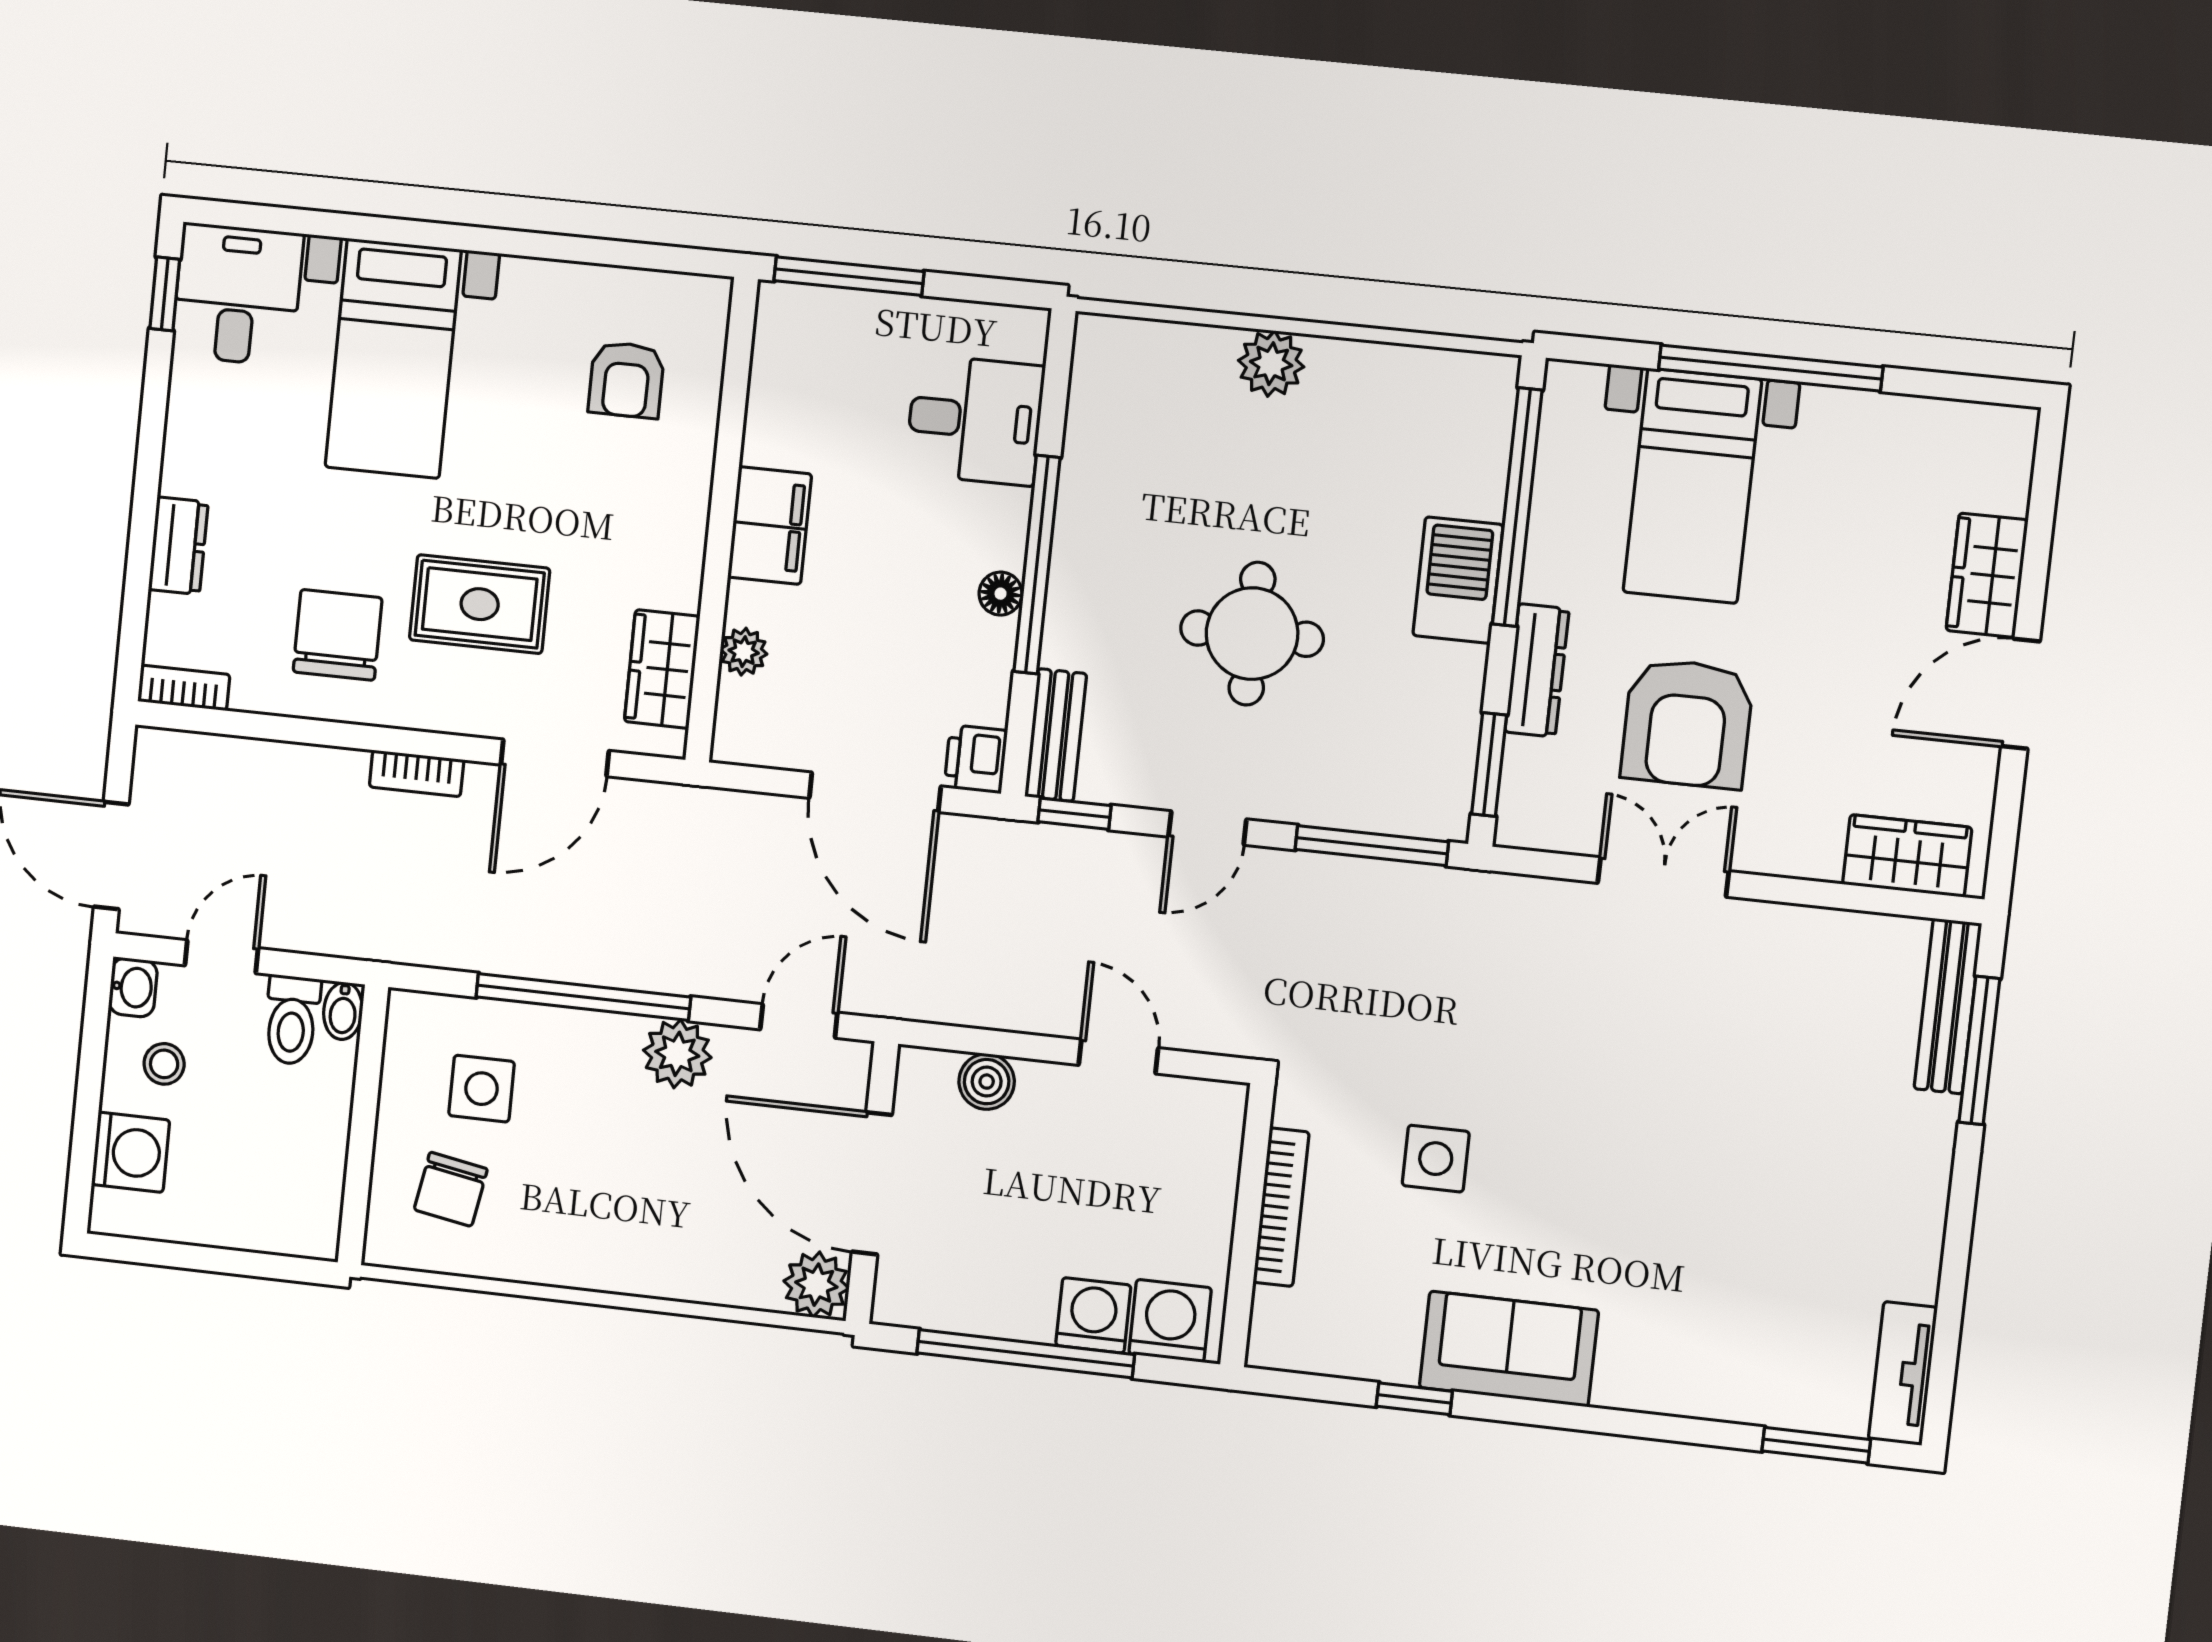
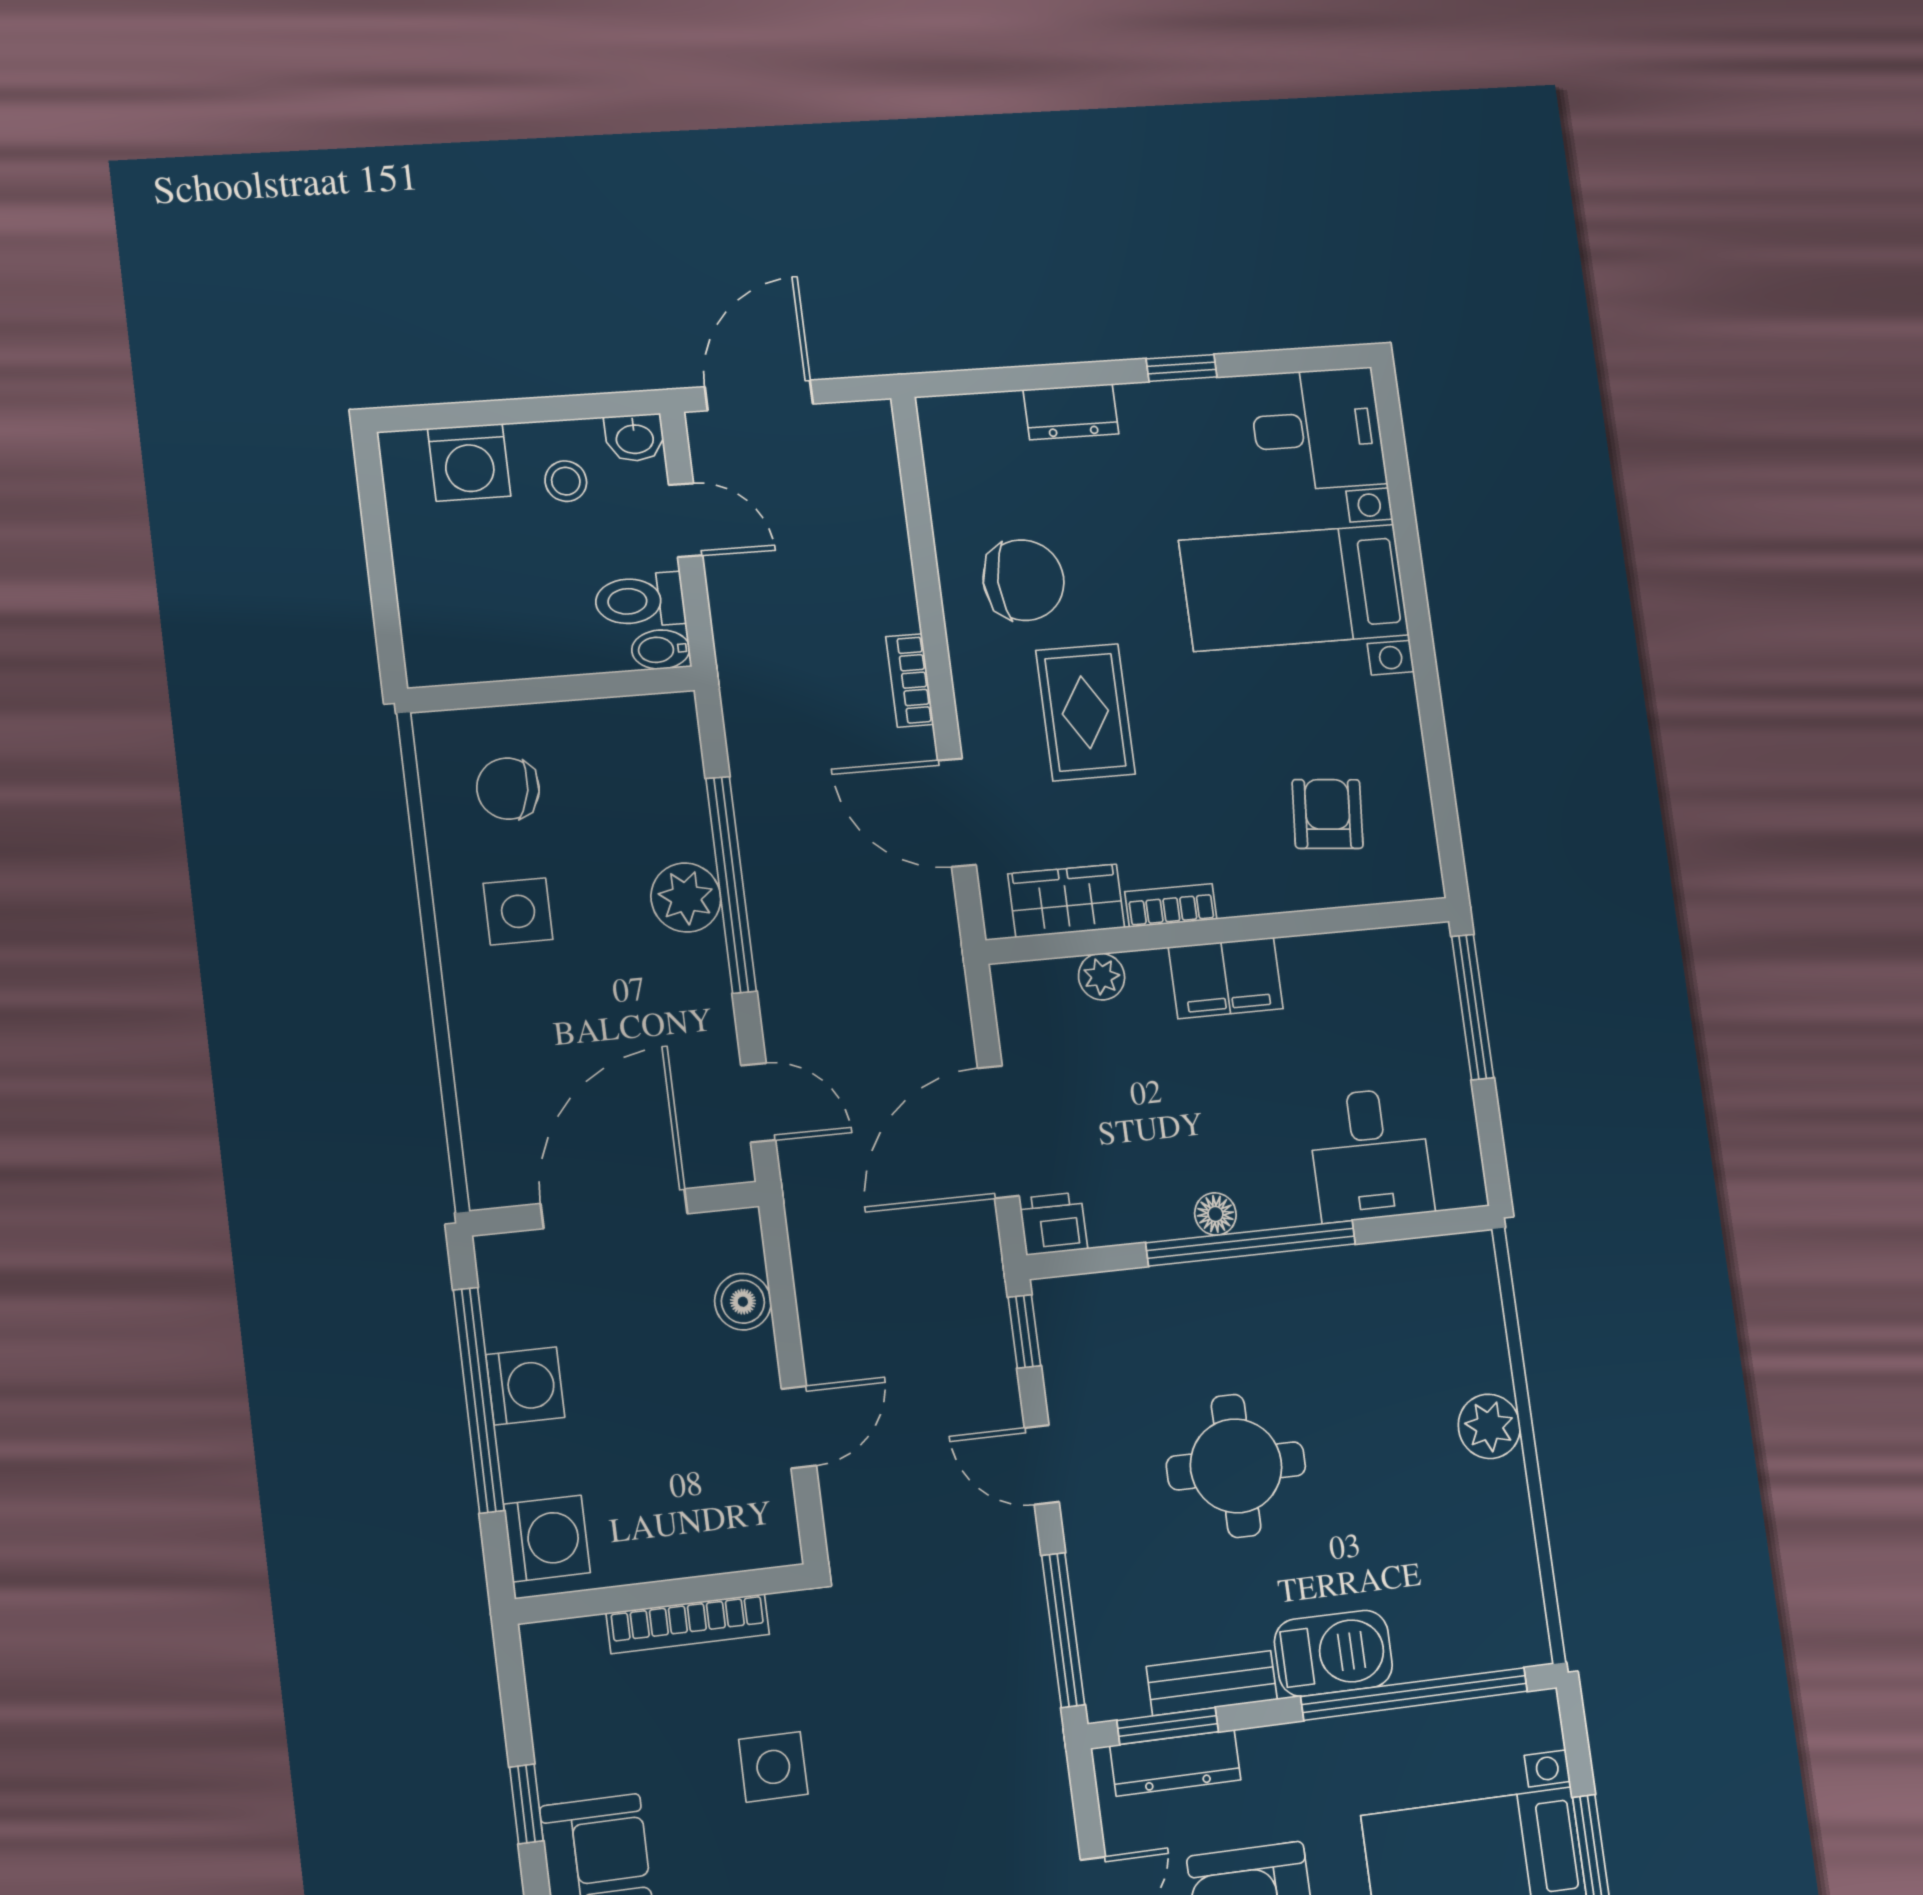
window: (165, 294) -> (1182, 368), moved
armchair: (626, 380) -> (1328, 814), turned 95
dresser: (1537, 670) -> (1175, 1763), moved
bookcase: (184, 688) -> (1171, 905), moved, turned -90
bench: (1056, 735) -> (1212, 1683), moved
plant: (677, 1054) -> (686, 898), moved
side table: (482, 1089) -> (518, 911), moved
plant: (816, 1285) -> (499, 1174), removed
washing machine: (1093, 1315) -> (525, 1386), moved

